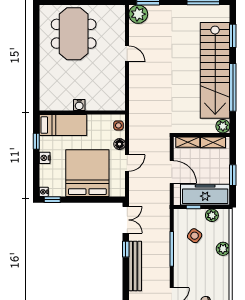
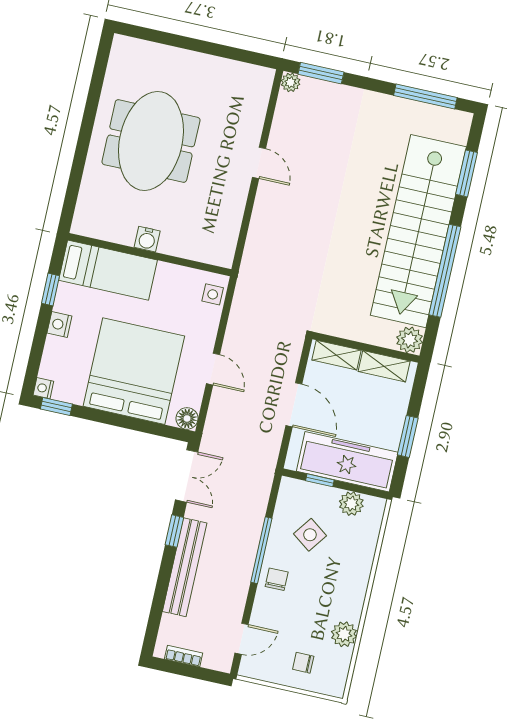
plant: (138, 14) -> (291, 82), width x0.53, depth x0.53
meeting table: (74, 34) -> (151, 141), moved
floor lamp: (120, 144) -> (187, 418), moved
door: (127, 163) -> (213, 369), hinge flipped
plant: (223, 249) -> (344, 634), moved
chair: (183, 262) -> (277, 579), added

